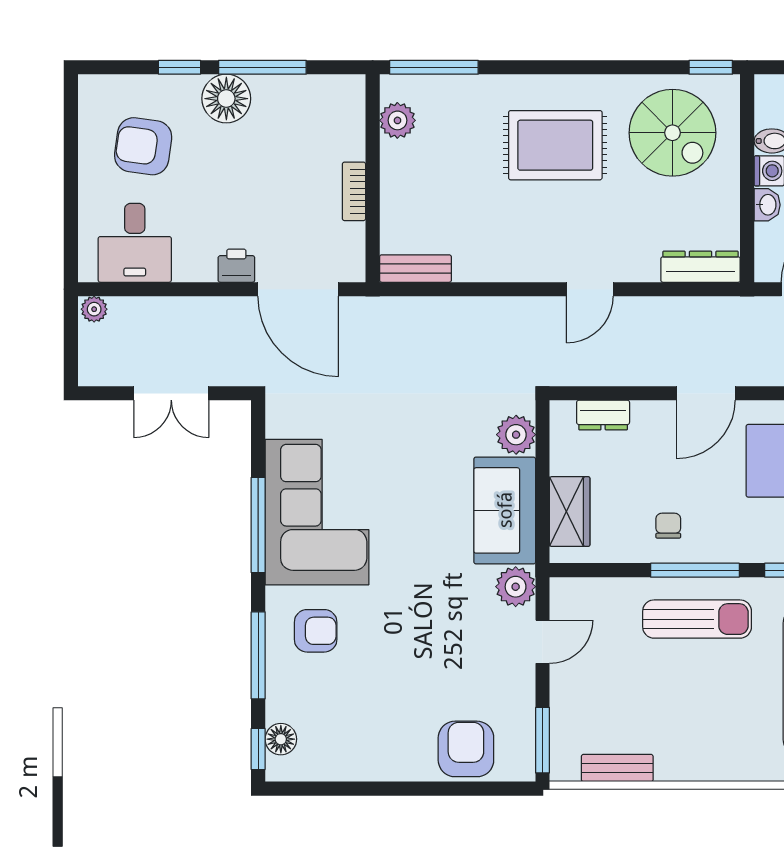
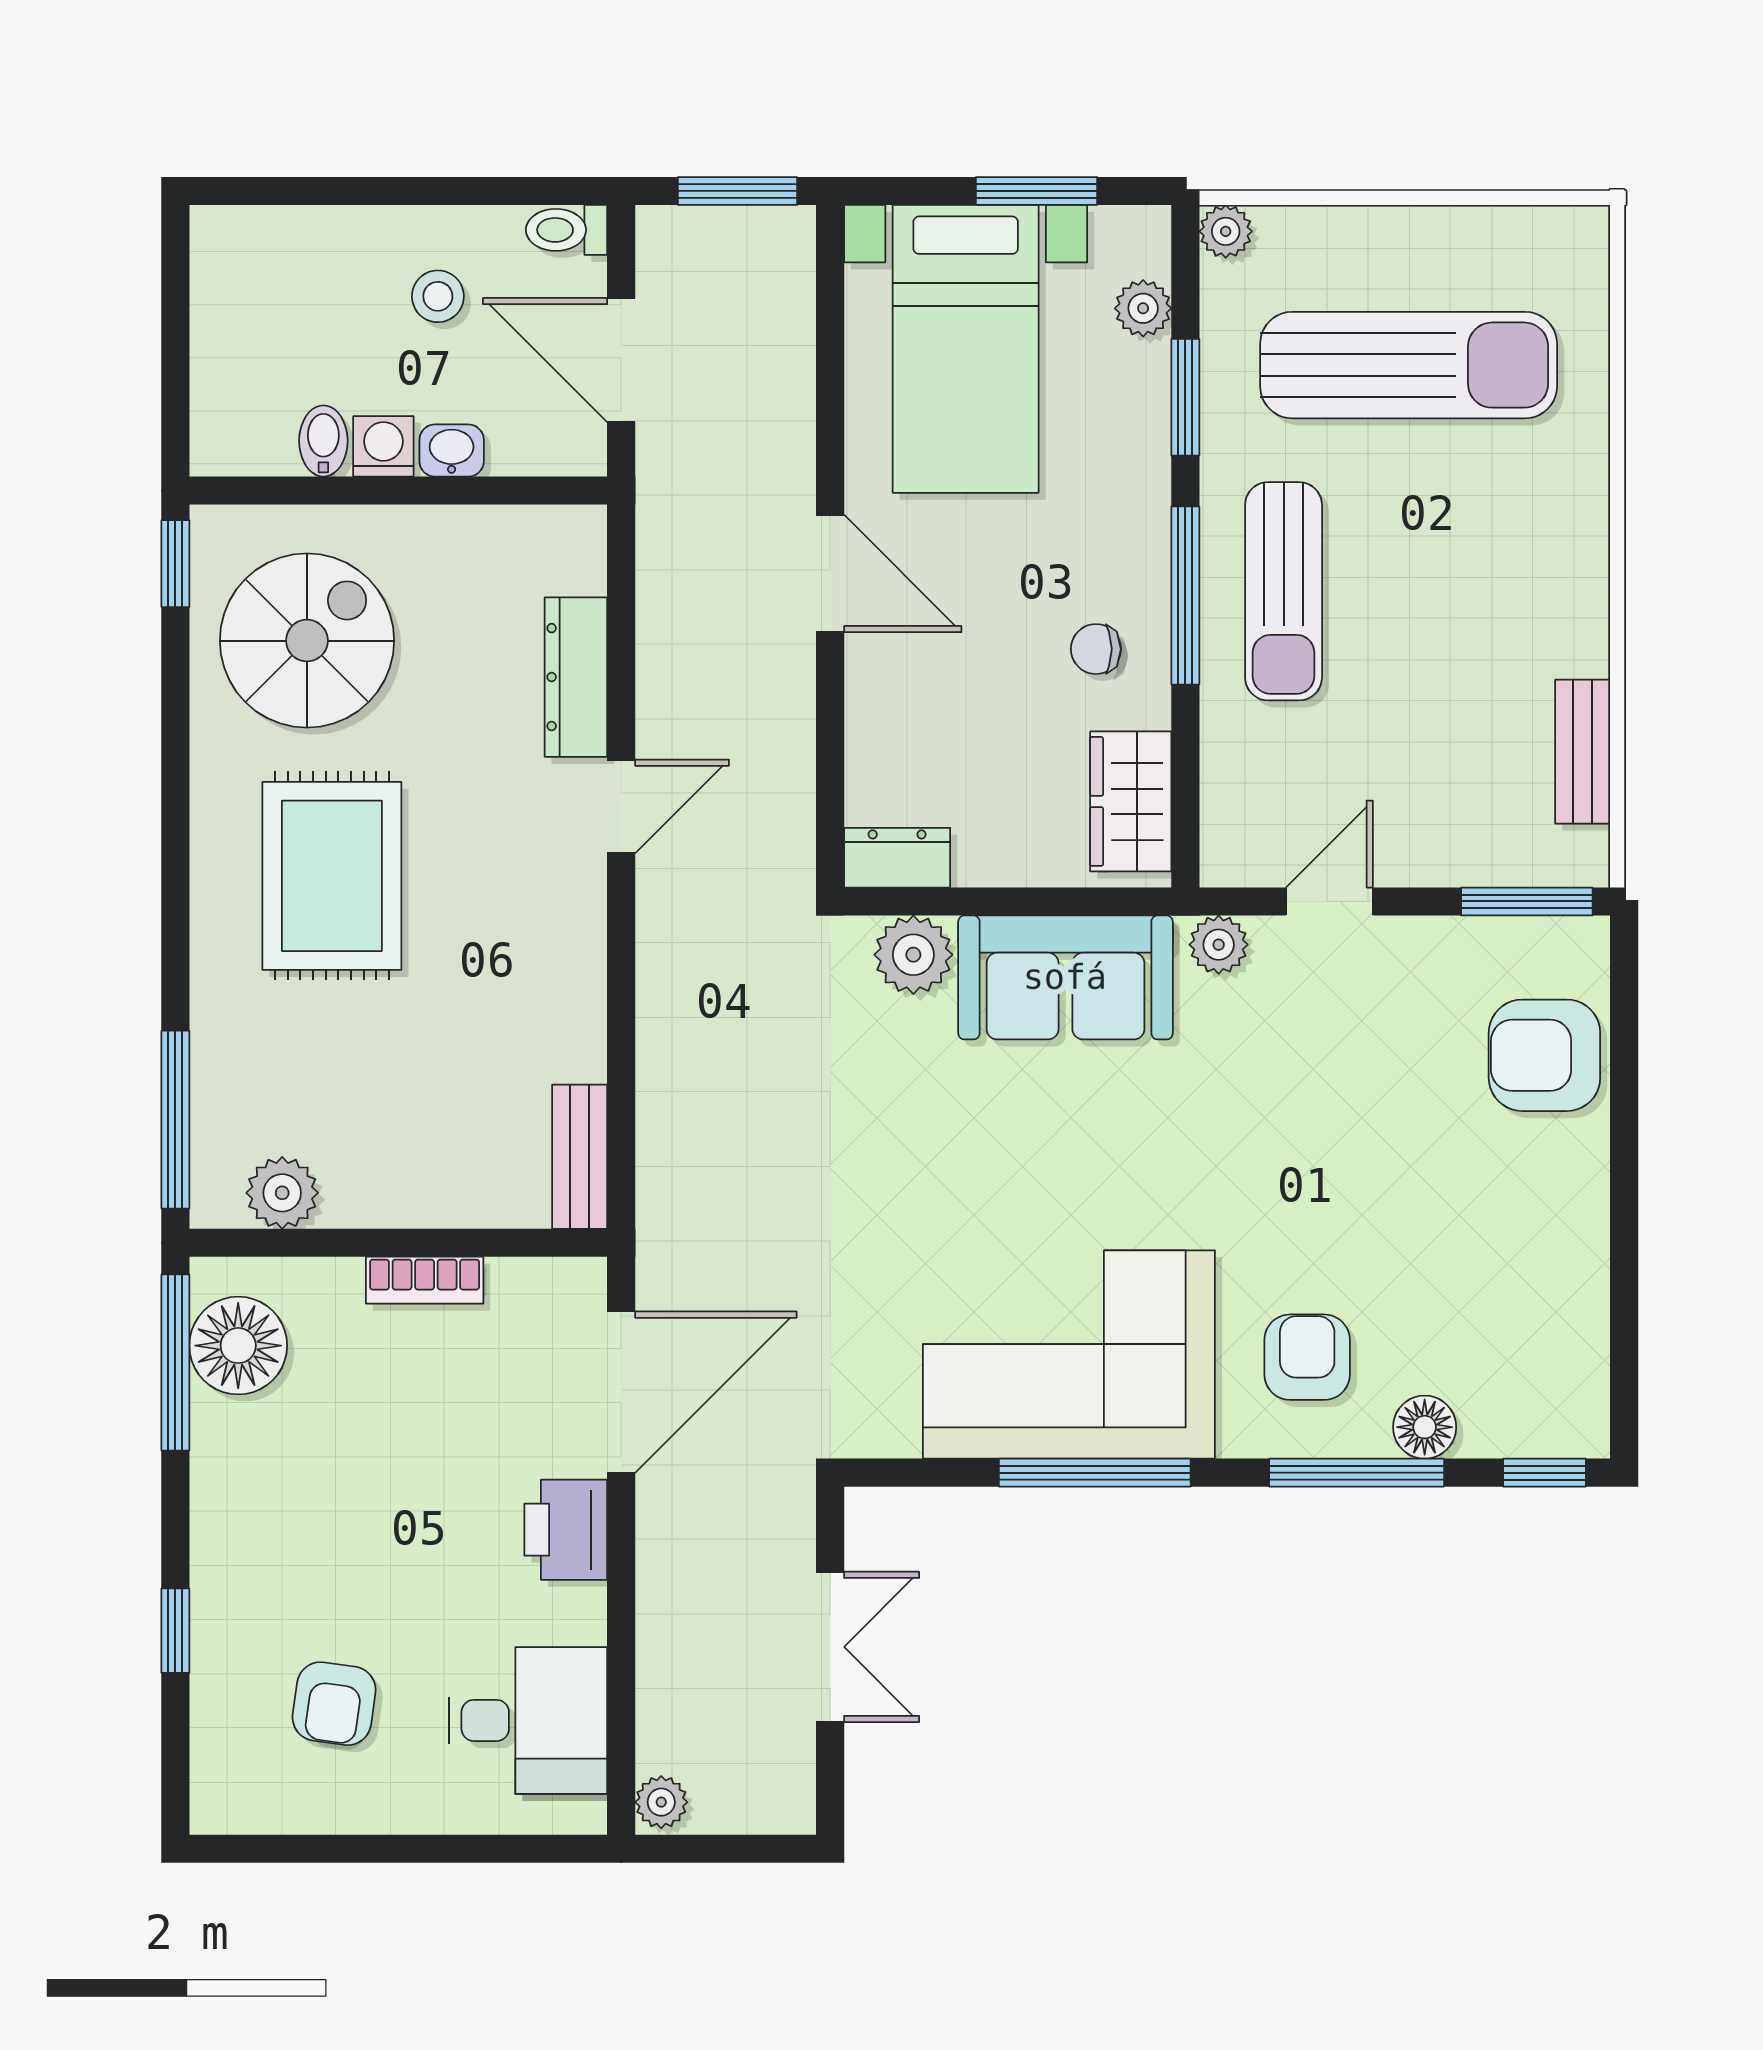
window: (262, 67) -> (175, 1362), moved
floor lamp: (226, 99) -> (238, 1346), moved
armchair: (143, 146) -> (334, 1704), width x0.72, depth x0.72
printer: (236, 266) -> (566, 1530), width x1.36, depth x1.24
dresser: (701, 267) -> (576, 677), moved
door: (590, 289) -> (621, 806), hinge flipped
dresser: (603, 415) -> (897, 858), moved, turned -90
wardrobe: (570, 512) -> (1131, 801), moved, turned -90
plant: (516, 587) -> (1219, 945), width x0.73, depth x0.73
sun lounger: (697, 619) -> (1284, 591), turned 180
door: (543, 642) -> (1329, 901), hinge flipped
floor lamp: (281, 739) -> (1425, 1427), moved

